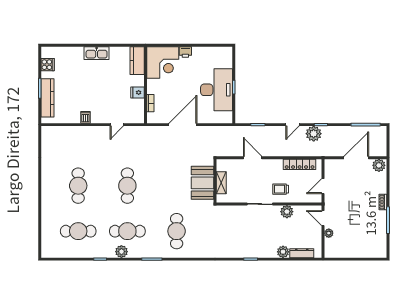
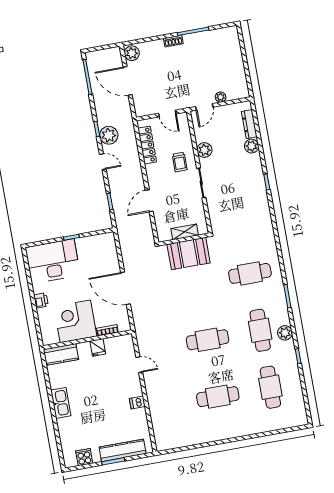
corner desk: (163, 62) -> (75, 321), moved, turned -90
desk: (217, 90) -> (53, 261), moved

